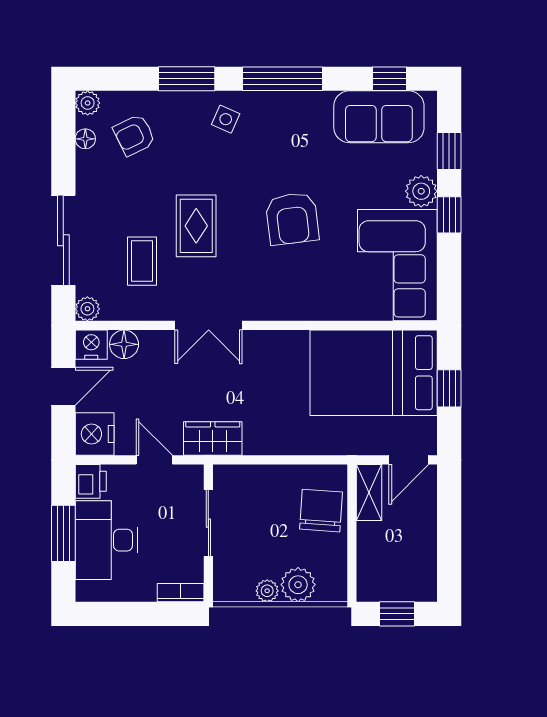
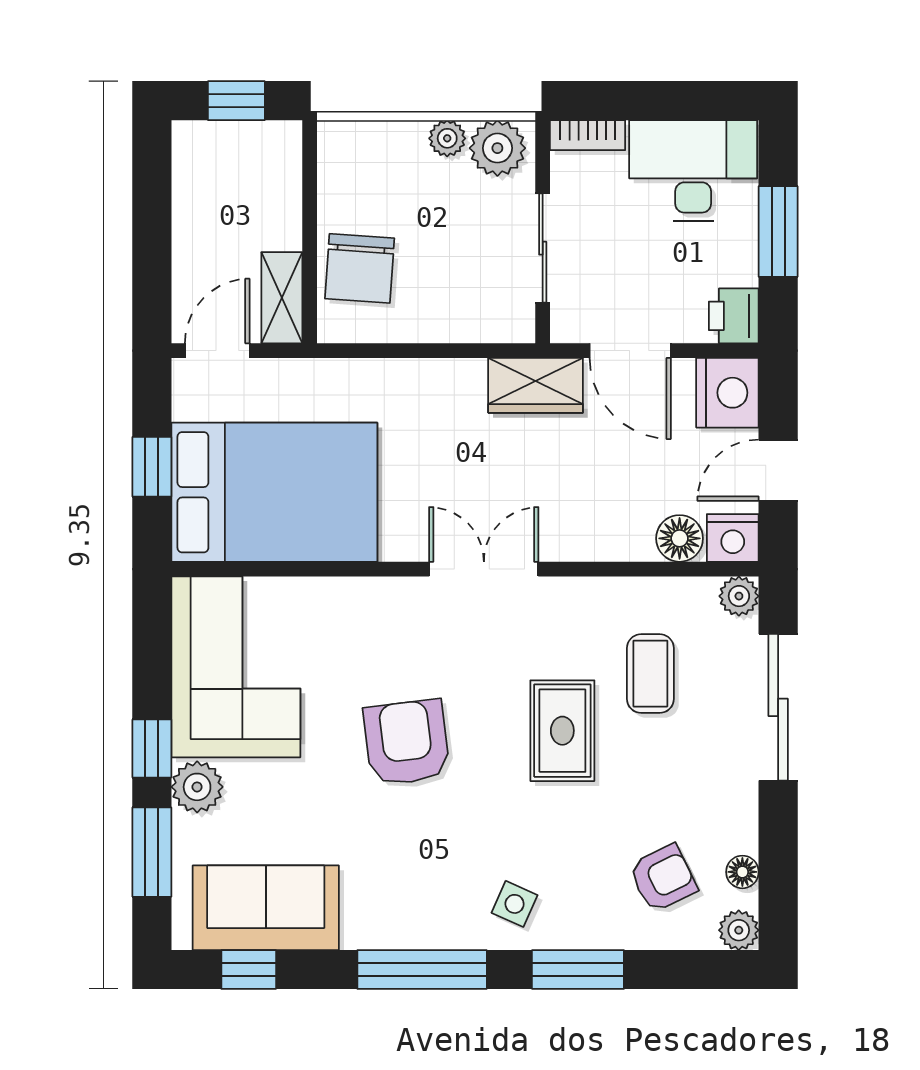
window: (449, 151) -> (152, 852), width x1.50
double door: (209, 325) -> (484, 569), moved
door: (154, 460) -> (630, 351), width x1.38
desk: (106, 540) -> (693, 170), moved, turned -90
plant: (298, 585) -> (497, 148), moved

